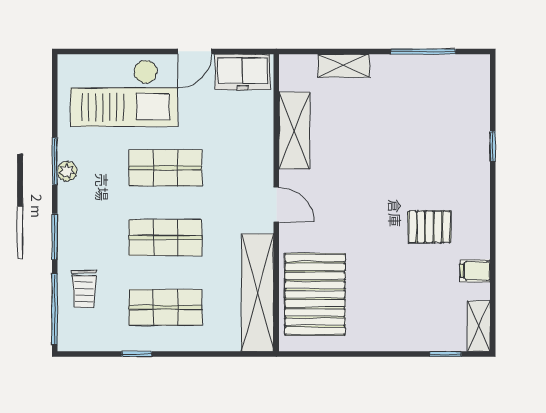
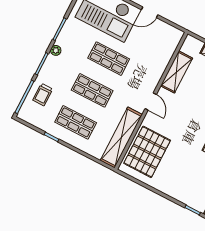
freezer: (243, 72) -> (167, 33), removed
plant: (67, 171) -> (56, 50), moved

